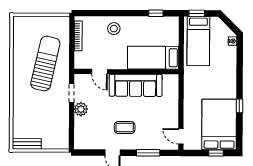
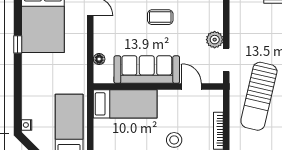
floor lamp: (174, 94) -> (99, 59), added

